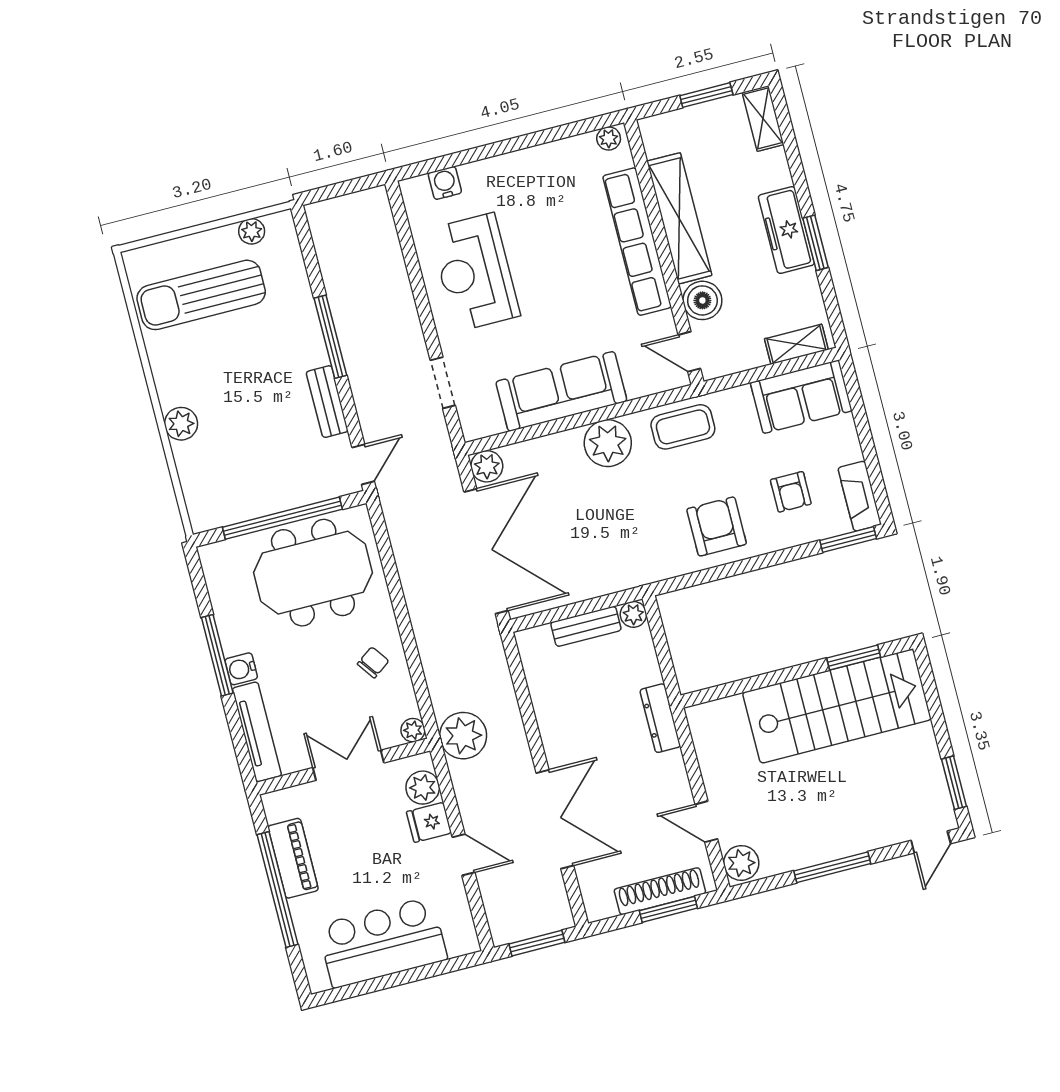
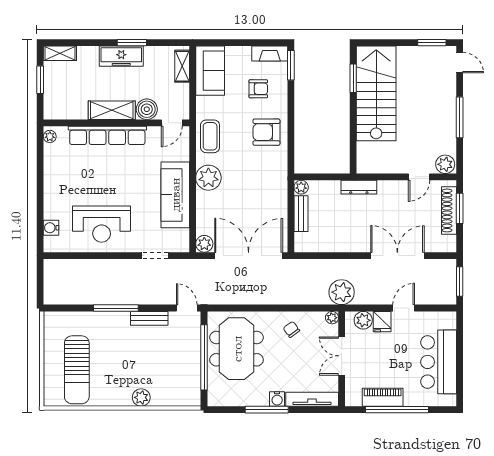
shelving: (679, 218) -> (112, 110), width x0.68
plant: (252, 231) -> (50, 335), removed

